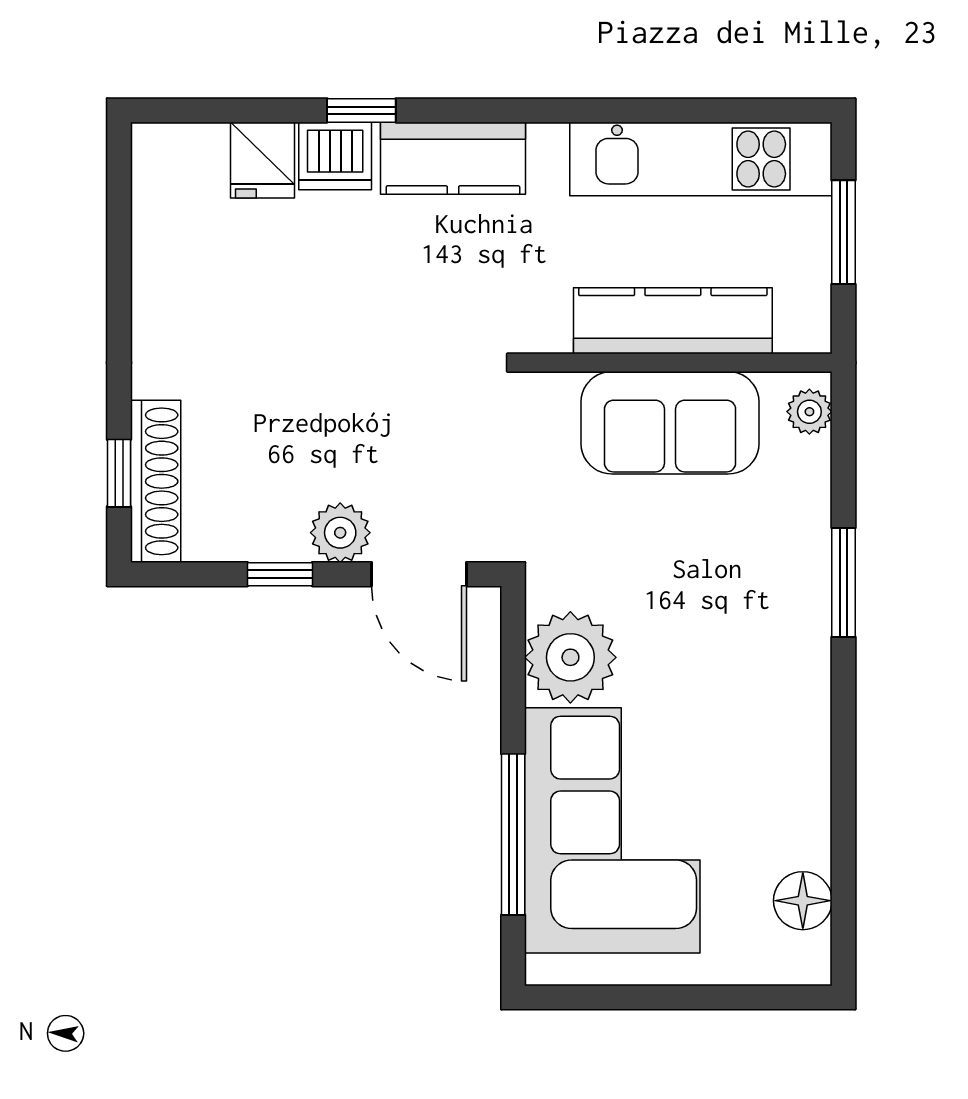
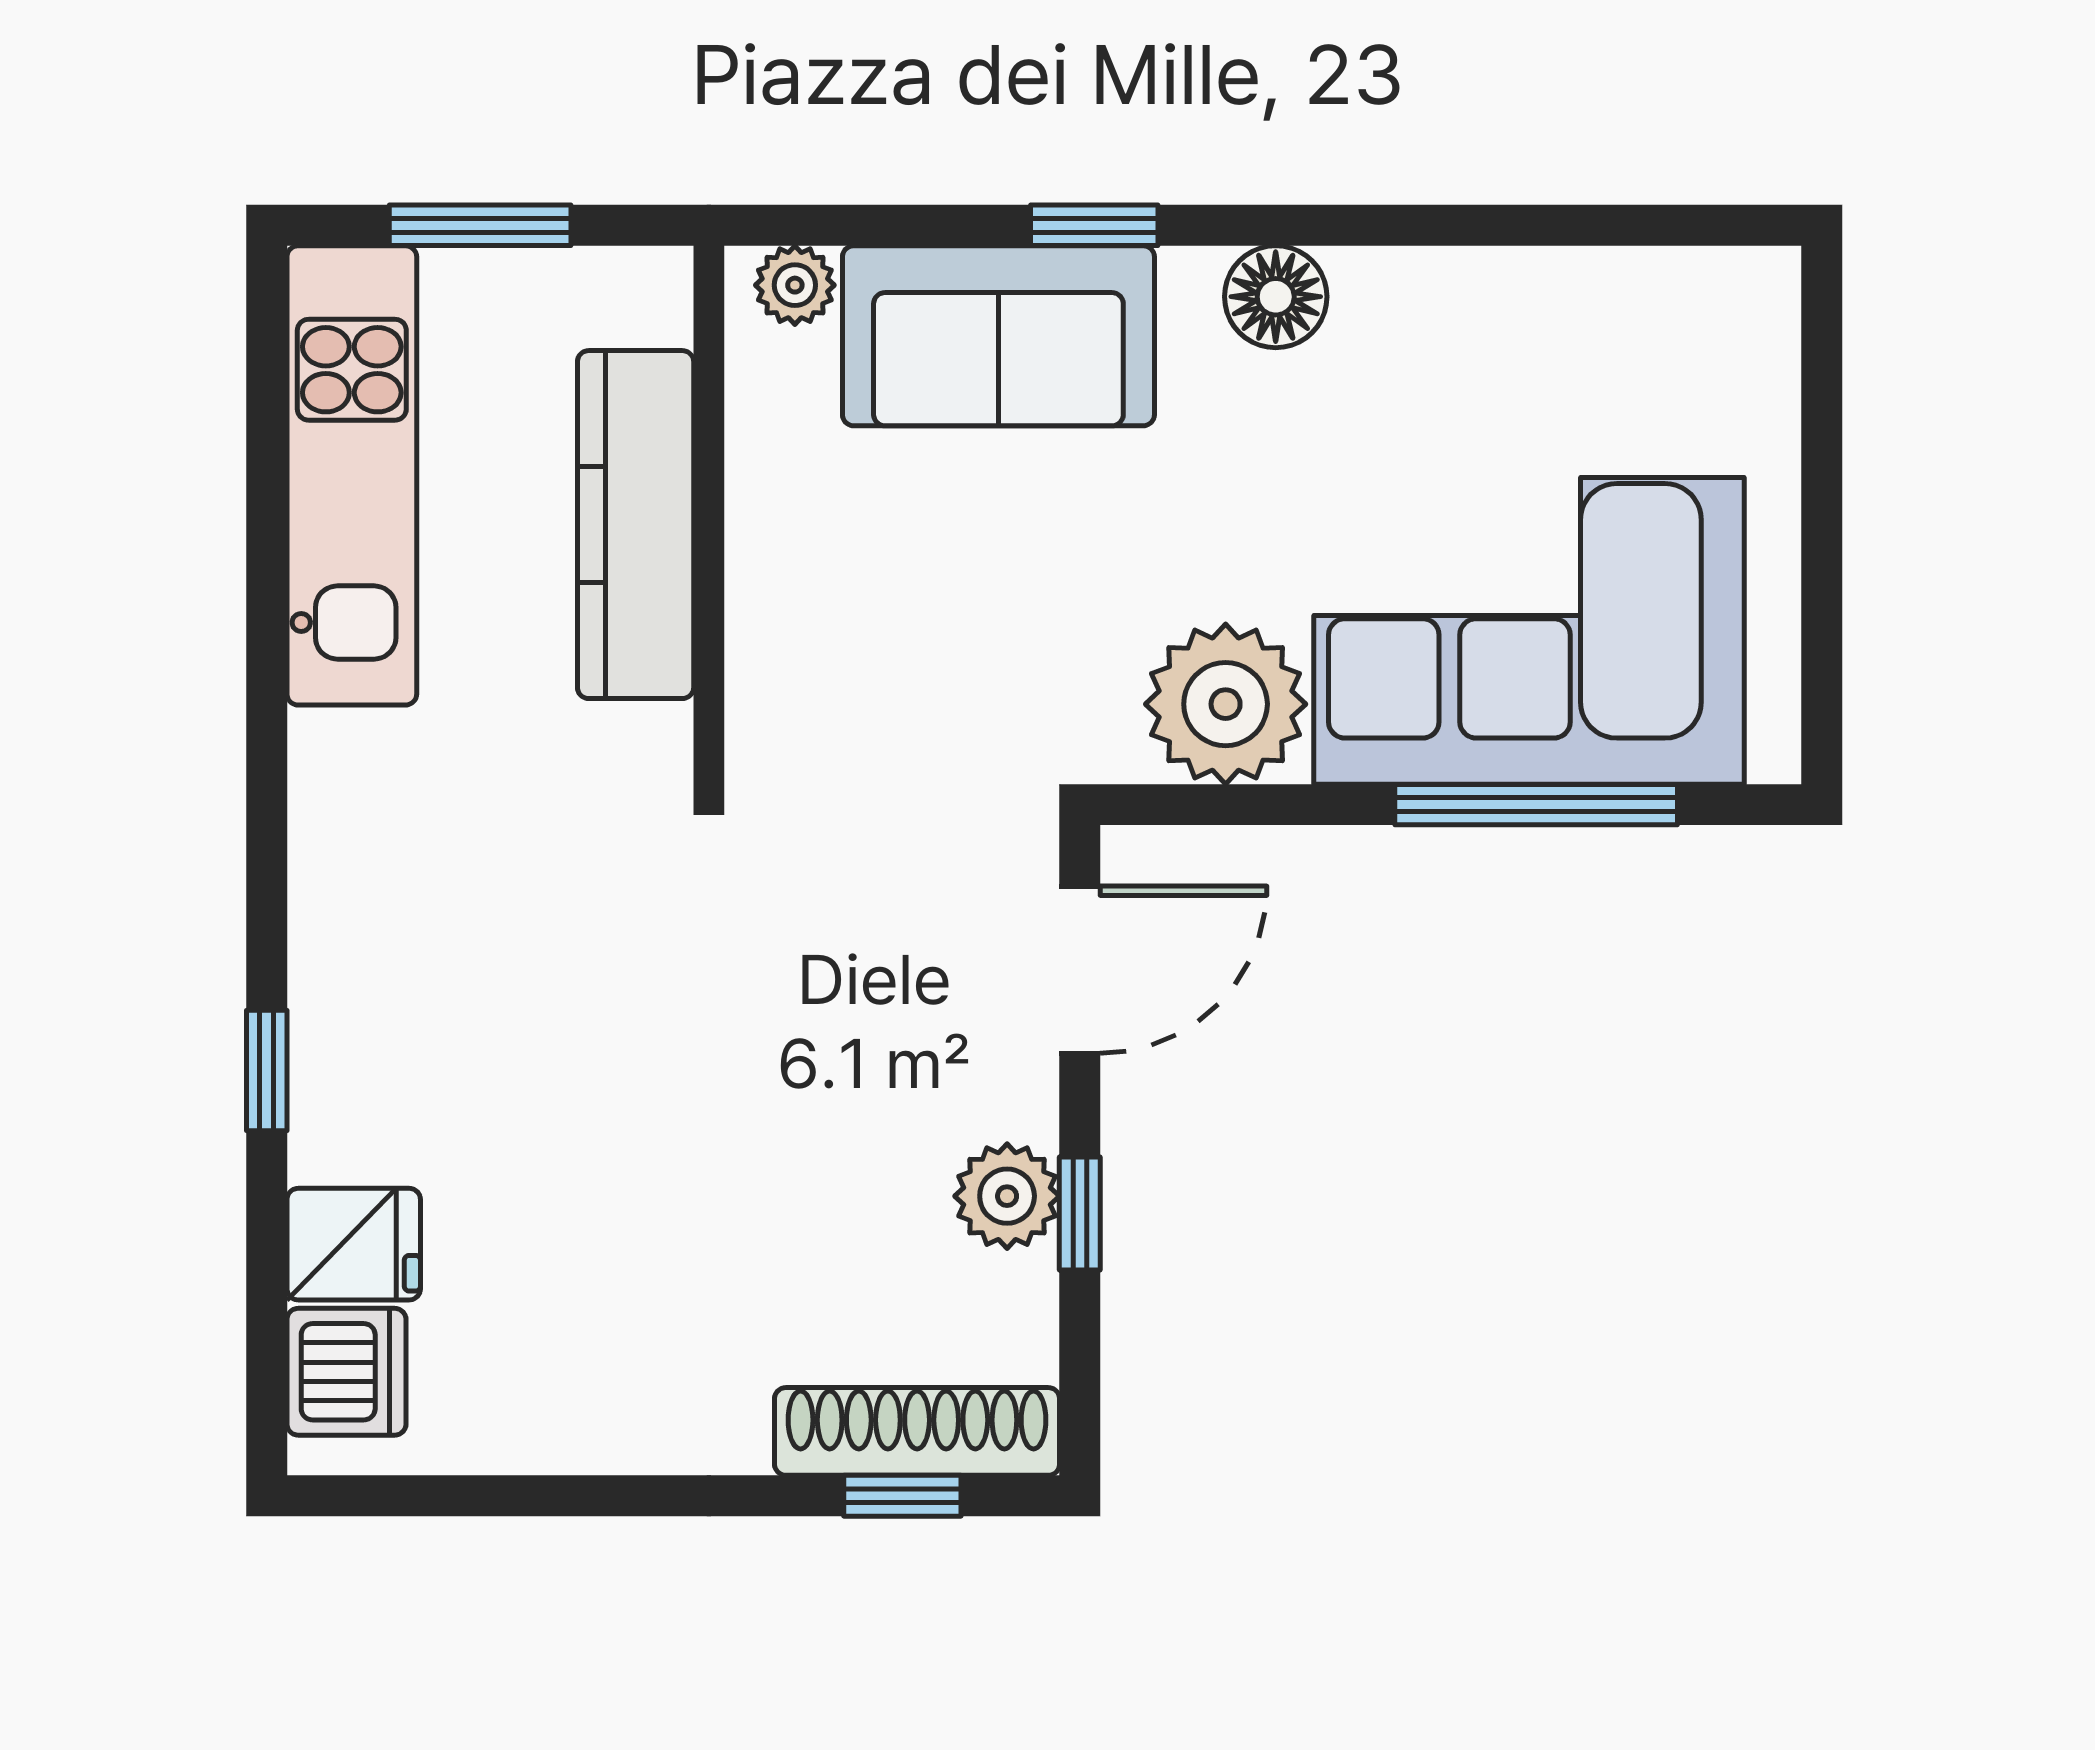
dishwasher: (335, 156) -> (346, 1372), moved
kitchen counter: (453, 158) -> (350, 910), removed
sofa: (670, 423) -> (998, 336), moved, turned 90
plant: (340, 533) -> (1007, 1196), moved
window: (844, 582) -> (1094, 225), width x0.67
floor lamp: (803, 901) -> (1276, 297), moved

